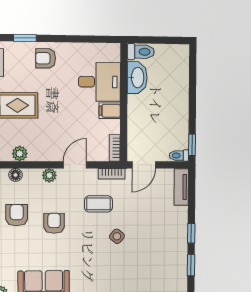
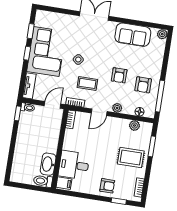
filing cabinet: (110, 111) -> (64, 183), moved
corner sofa: (164, 240) -> (46, 52), added

